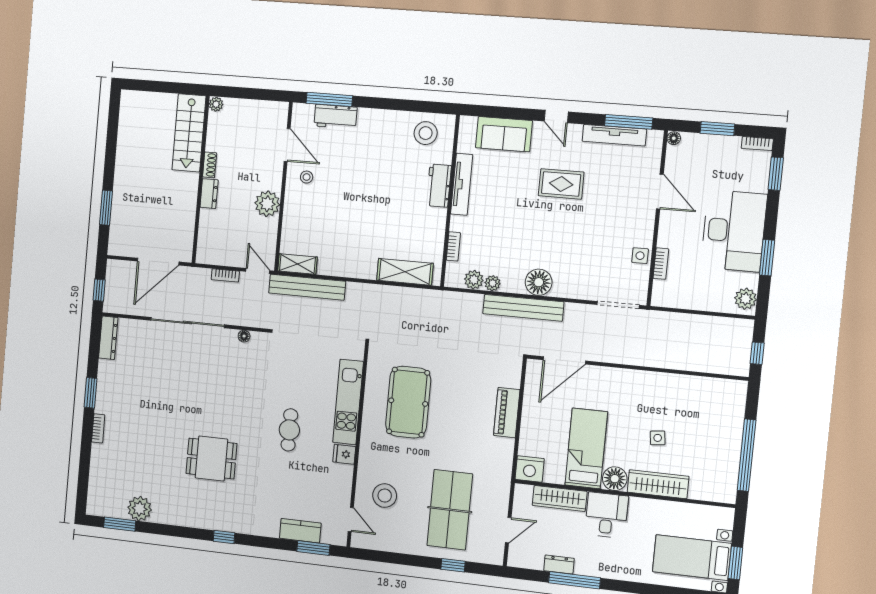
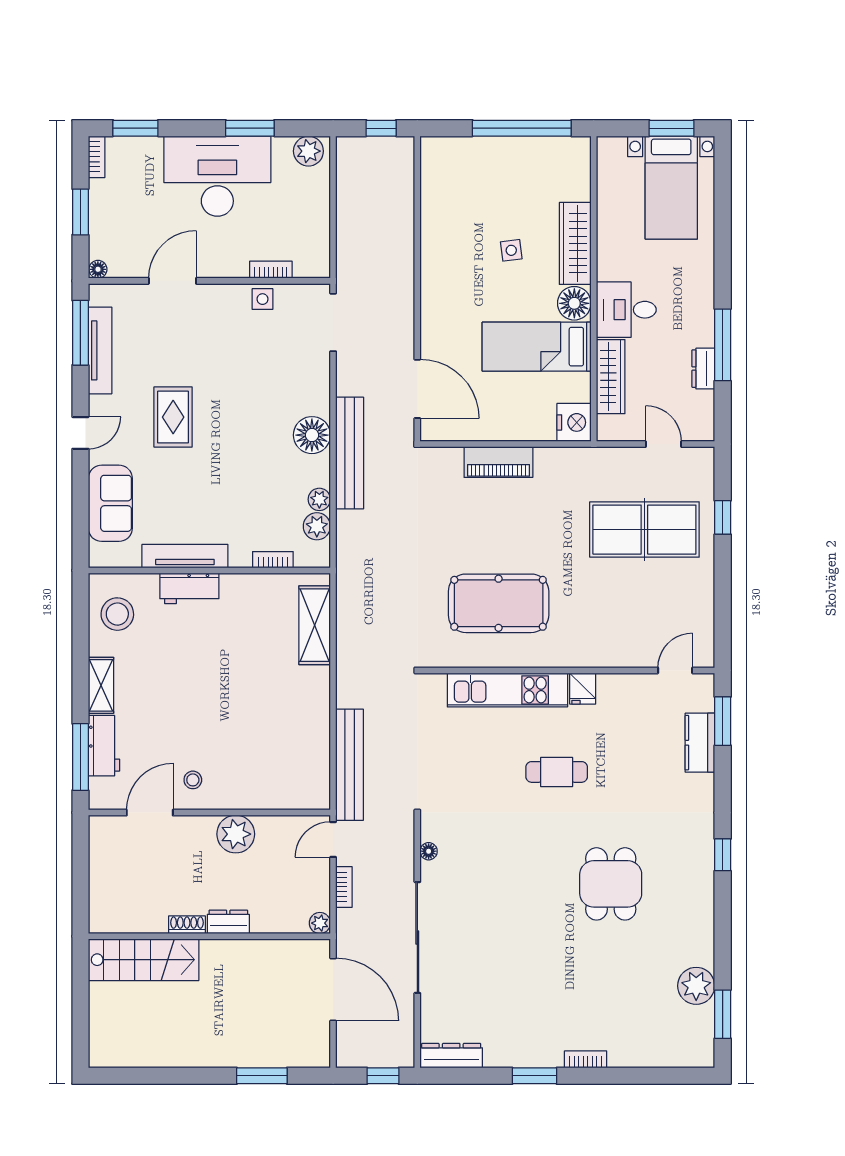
plant: (216, 104) -> (320, 923), moved
shelving: (297, 264) -> (101, 685), moved
stool: (385, 496) -> (635, 625), removed

